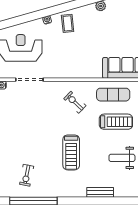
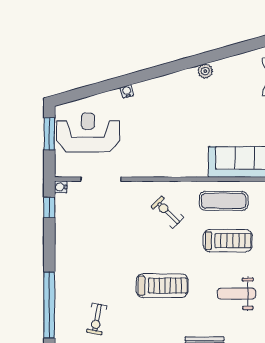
coffee table: (68, 23) -> (157, 97), removed
treadmill: (71, 152) -> (162, 286), turned -90

